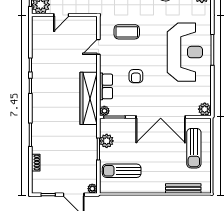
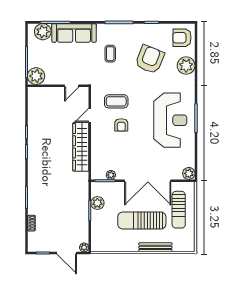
door: (61, 15) -> (72, 86), moved
armchair: (136, 76) -> (121, 125), moved
row of seats: (106, 86) -> (97, 152), removed
wardrobe: (89, 98) -> (81, 147), moved
plant: (104, 111) -> (111, 175), moved
sun lounger: (122, 171) -> (142, 220), moved, width x1.36, depth x1.34
bench: (183, 188) -> (155, 247), moved

